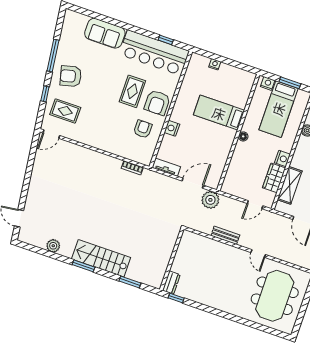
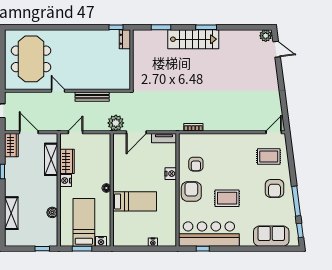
sofa: (105, 33) -> (271, 236), moved
armchair: (71, 76) -> (275, 188), turned 104
rug: (132, 91) -> (227, 198), moved, turned 90
window: (45, 94) -> (300, 230), moved
bench: (225, 235) -> (92, 97), width x1.36
plant: (53, 246) -> (266, 36), moved

